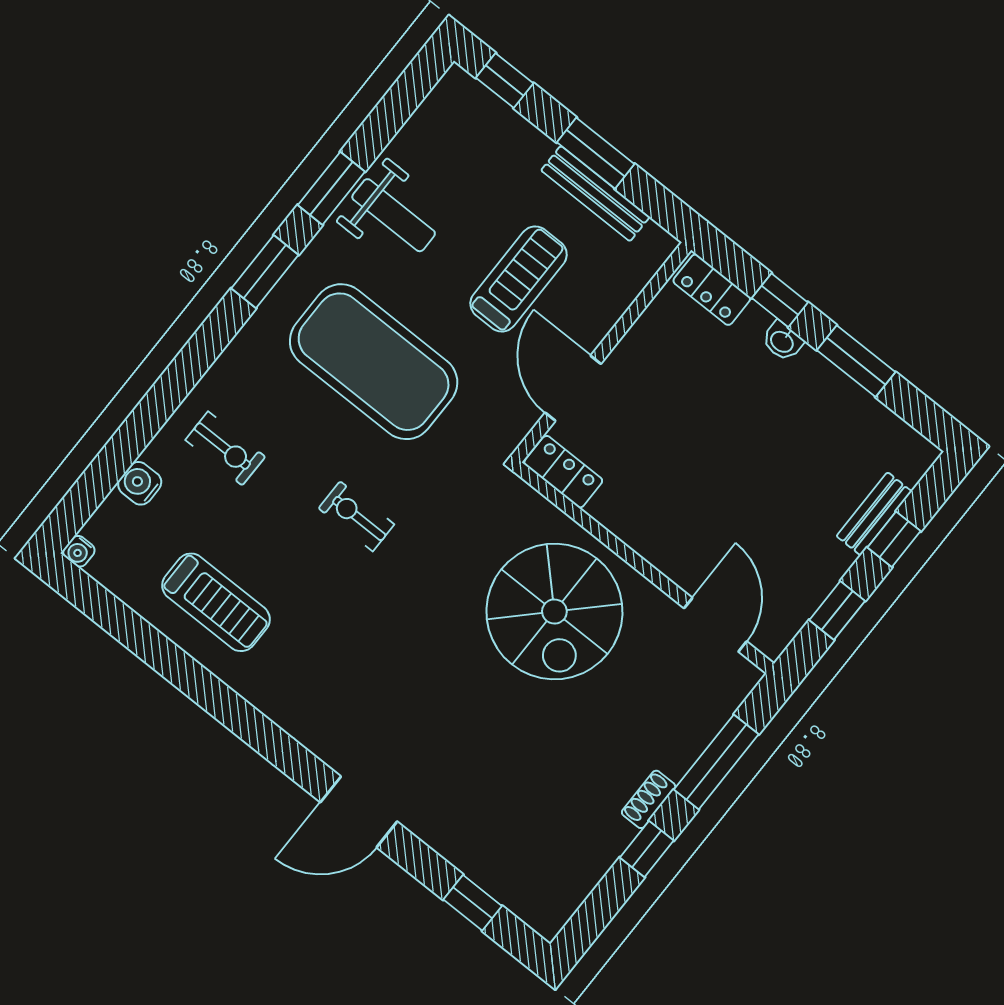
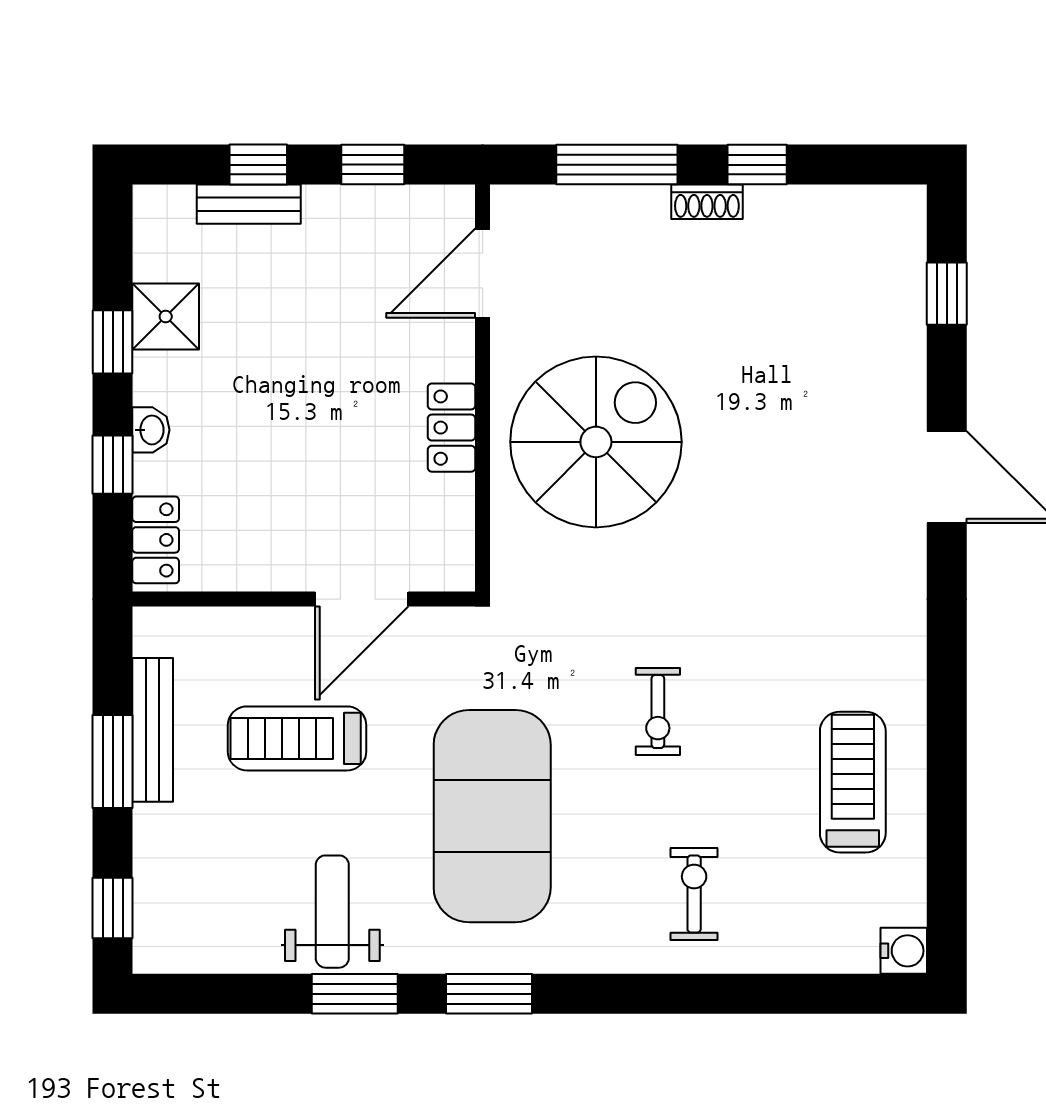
window: (856, 361) -> (113, 342), width x0.67
shower: (846, 407) -> (166, 316), added
locker: (563, 472) -> (451, 428), moved
water cooler: (140, 483) -> (796, 951), removed
water cooler: (79, 551) -> (904, 951), width x1.38, depth x1.38

